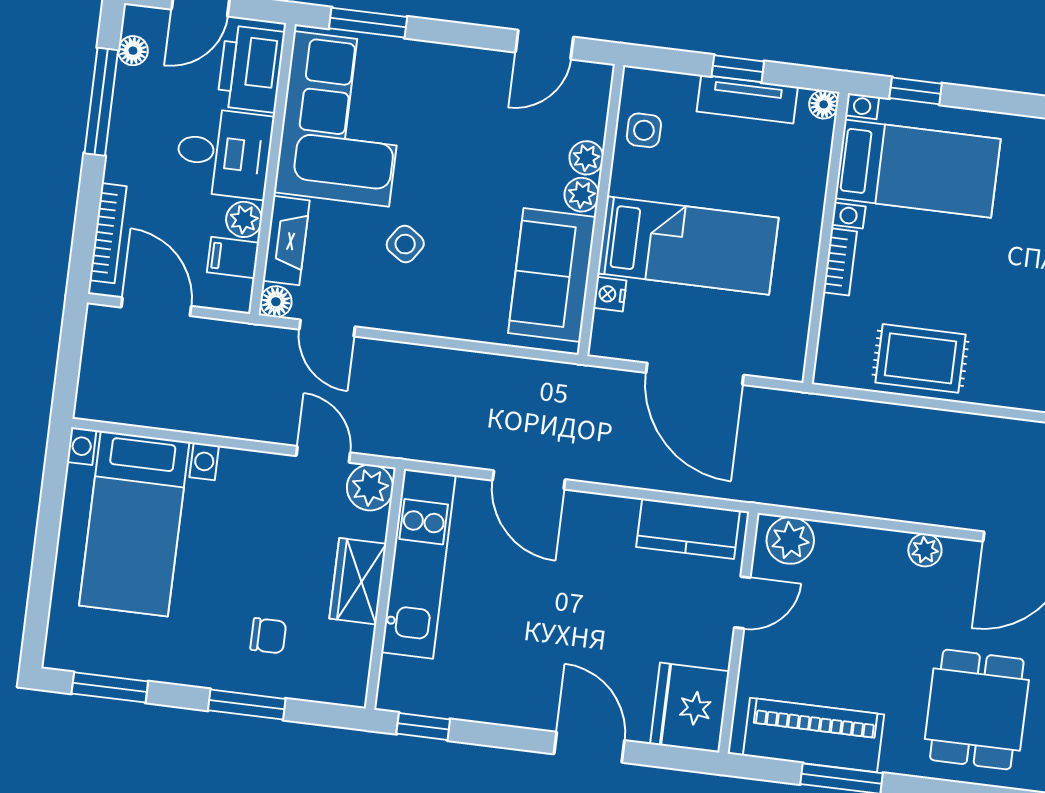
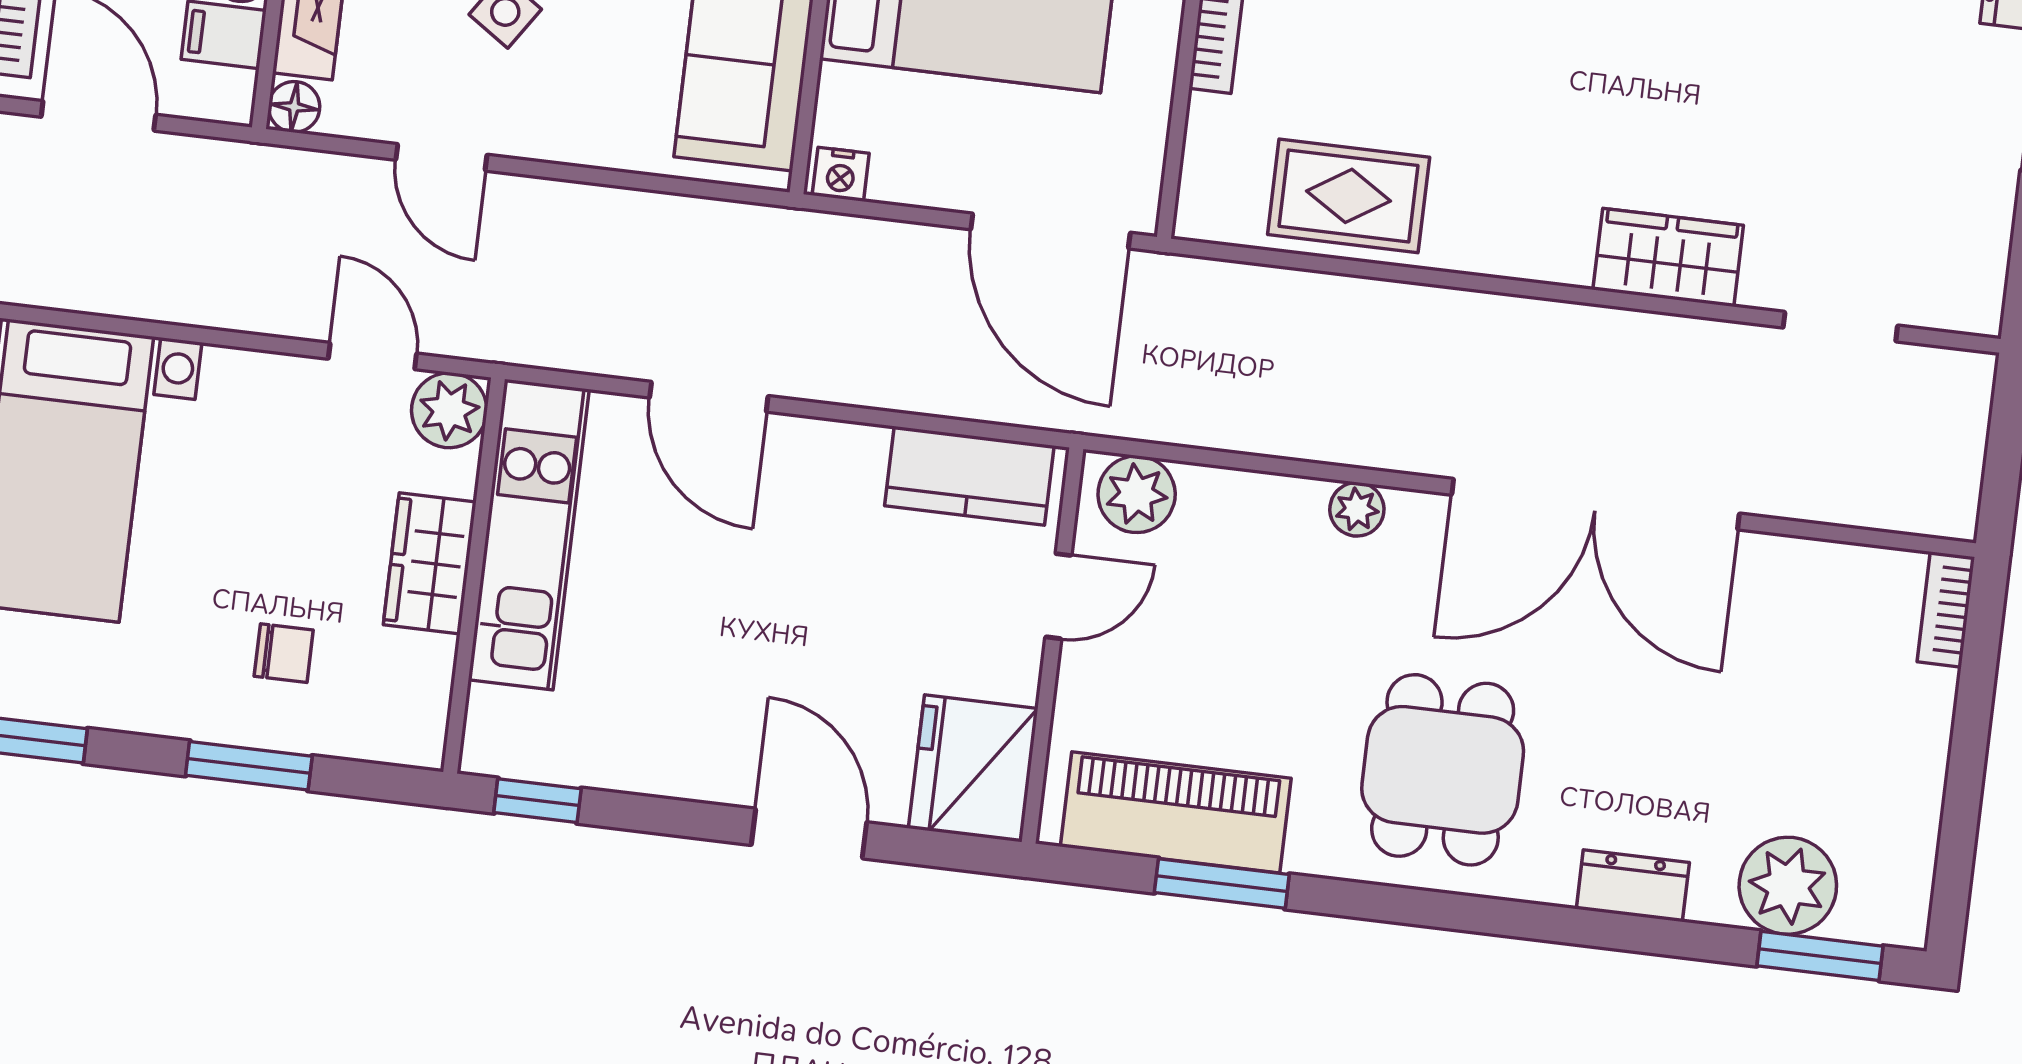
nightstand: (610, 294) -> (841, 174), moved, turned -90
door: (327, 328) -> (441, 157), moved
door: (695, 374) -> (1051, 231), moved

